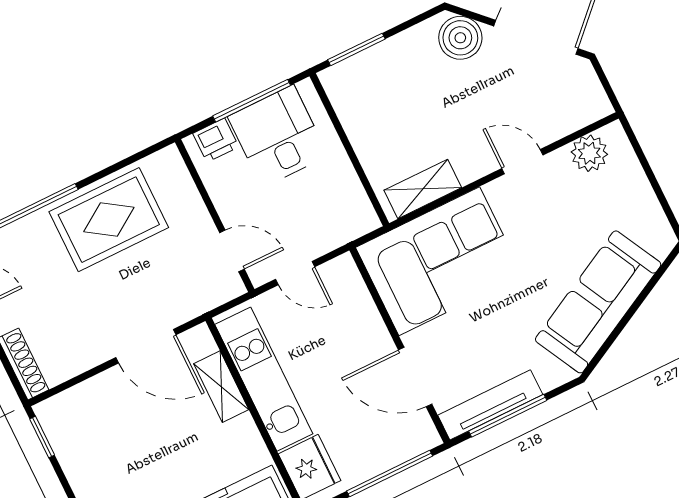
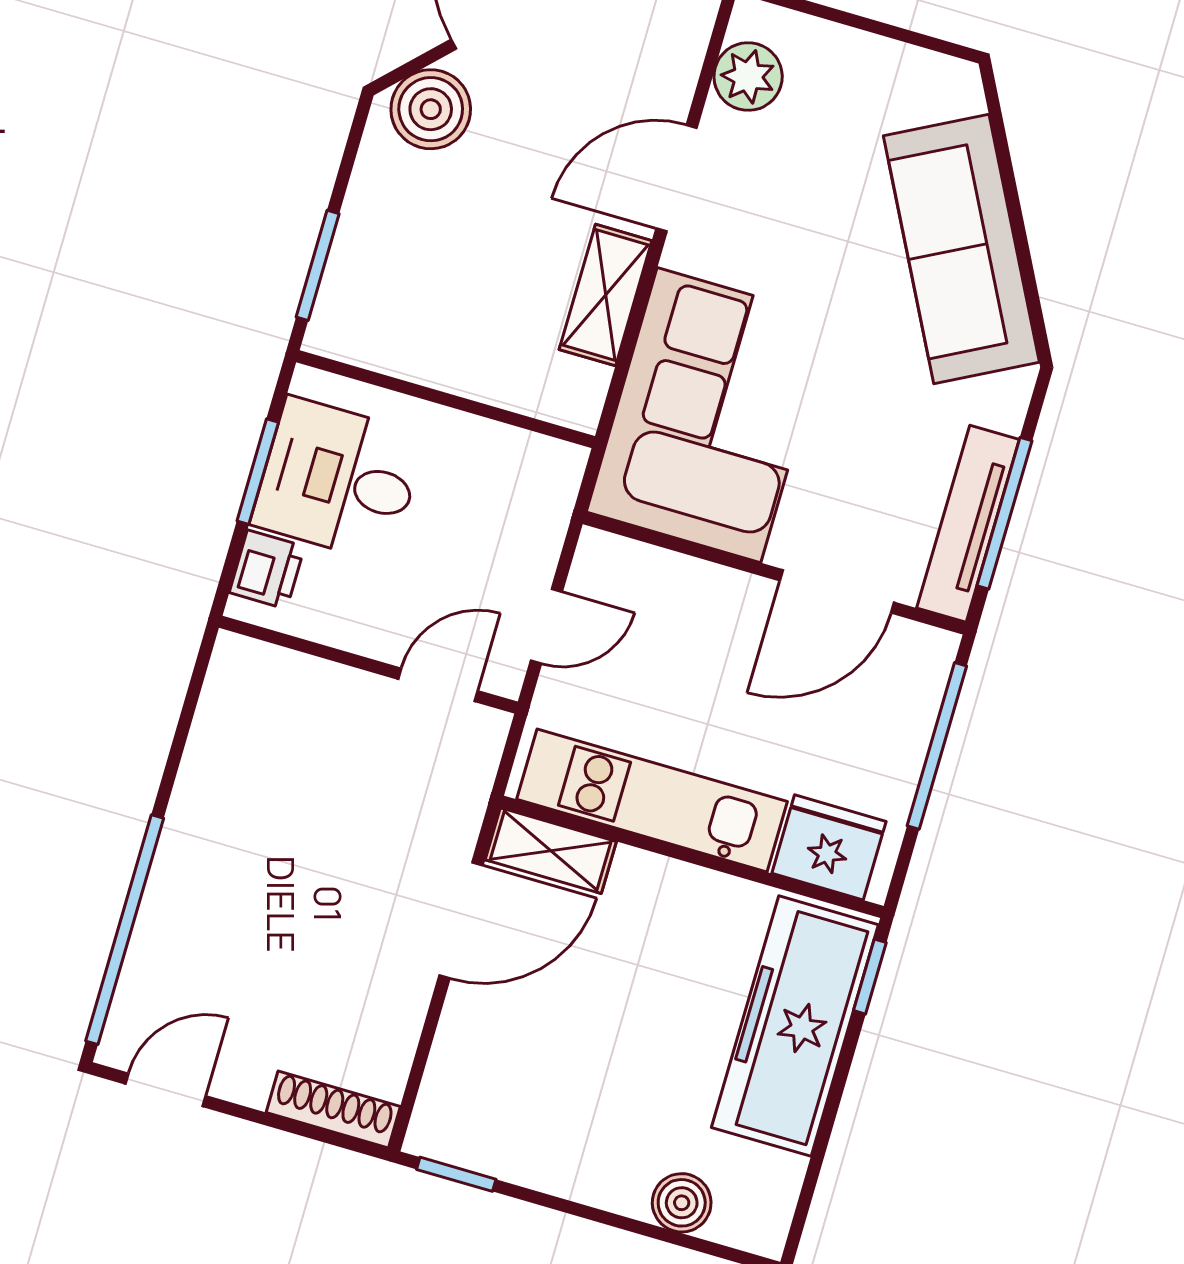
window: (252, 101) -> (258, 472), width x0.69
door: (522, 162) -> (677, 178), width x1.38
shelving: (423, 189) -> (606, 295), moved
rug: (109, 220) -> (242, 814), removed
shelving: (221, 387) -> (551, 851), moved

